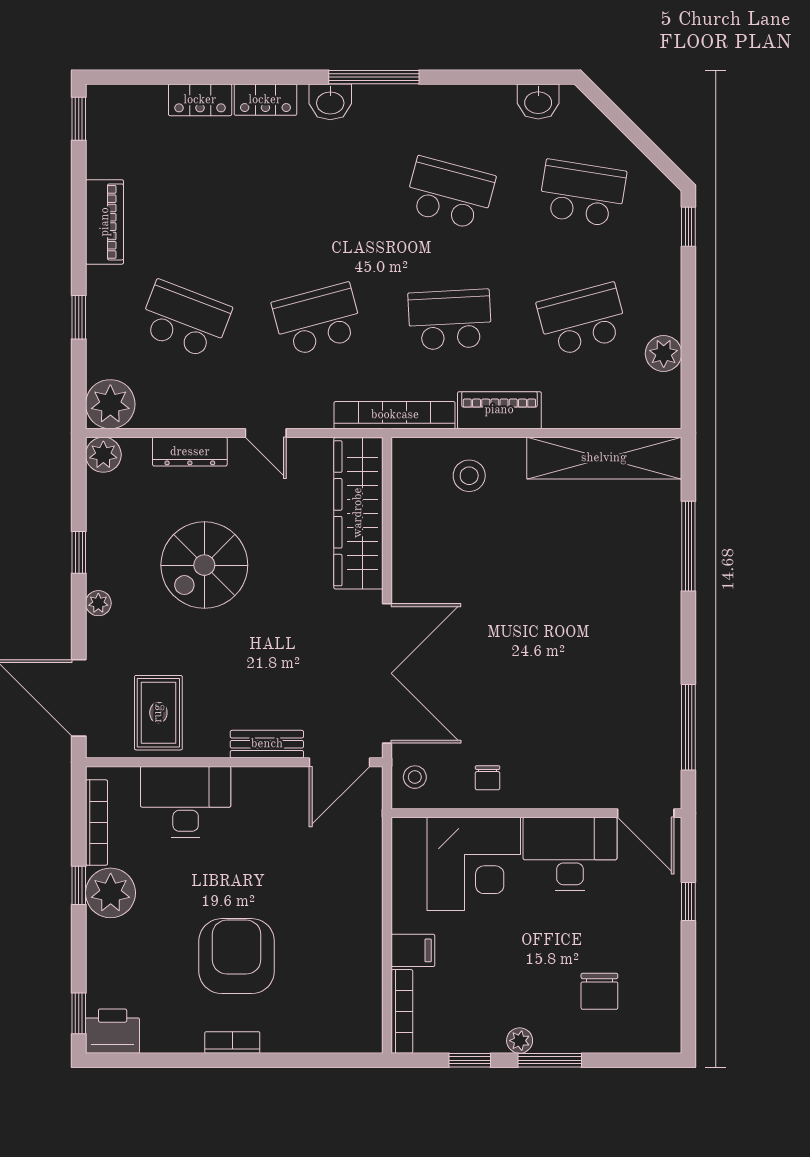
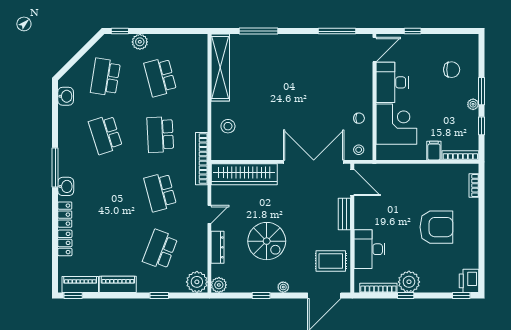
school desk: (450, 193) -> (105, 135), turned -33
plant: (664, 354) -> (140, 42), moved
piano: (499, 410) -> (80, 284), moved, turned 90
armchair: (237, 956) -> (436, 227), turned 180
bookcase: (232, 1042) -> (474, 186), moved

